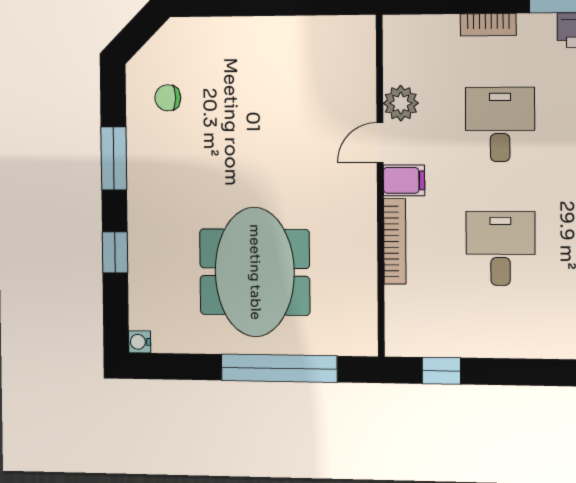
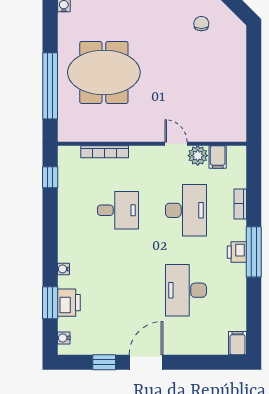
desk: (500, 124) -> (186, 210), width x1.37
filing cabinet: (404, 180) -> (218, 157), moved
bookcase: (395, 241) -> (105, 152), moved

